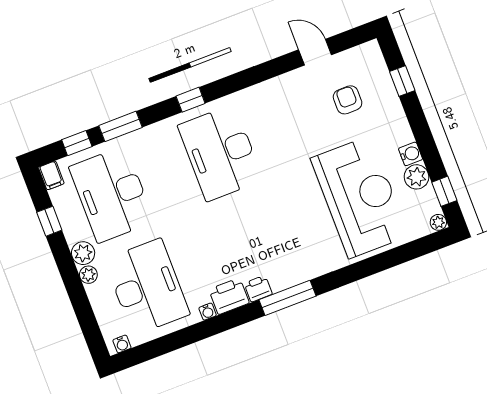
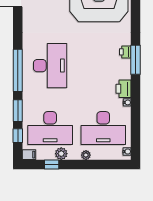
window: (191, 100) -> (18, 70), width x3.17
desk: (220, 153) -> (50, 66), turned -90
plant: (83, 253) -> (61, 154), moved
desk: (147, 287) -> (103, 128), turned 180
printer: (258, 289) -> (125, 52), moved

